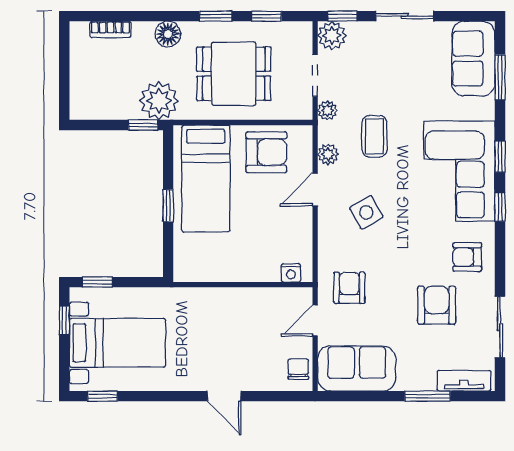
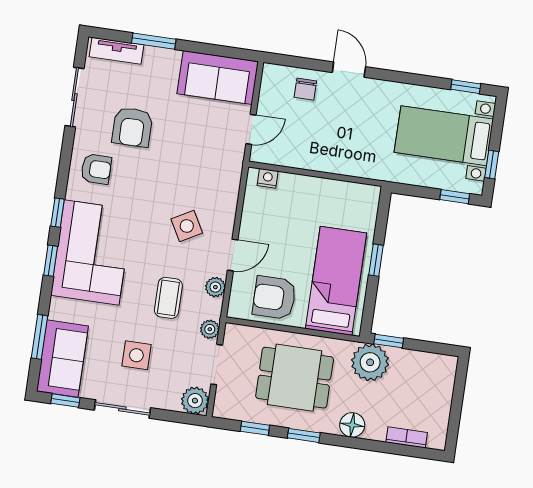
window: (342, 16) -> (65, 401), moved
side table: (398, 73) -> (136, 355), added
armchair: (349, 288) -> (214, 156), removed
chair: (298, 369) -> (305, 89), moved

